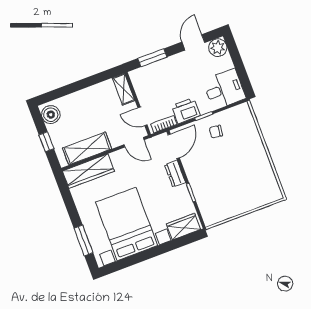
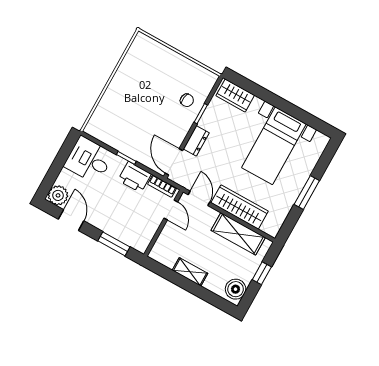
door: (193, 42) -> (71, 220), swing flipped
shelving: (124, 89) -> (190, 272), moved, turned 90
chair: (216, 132) -> (187, 100), moved
door: (174, 146) -> (174, 162), hinge flipped
wardrobe: (88, 171) -> (240, 207), moved
bed with nightstands: (127, 224) -> (274, 146), width x0.73
window: (83, 240) -> (307, 193), moved

